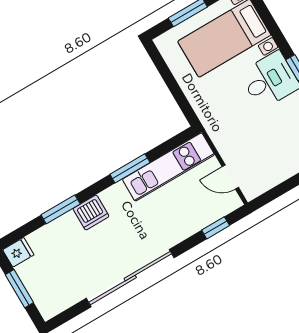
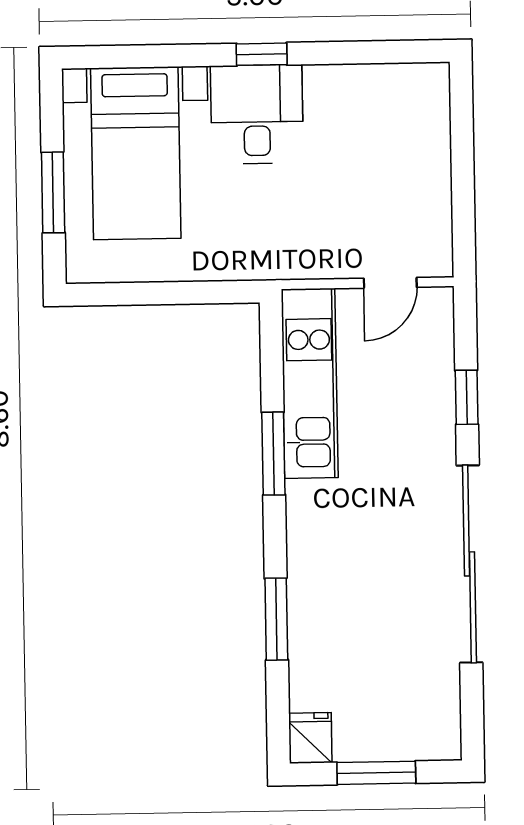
dishwasher: (91, 212) -> (313, 568), removed
window: (216, 228) -> (467, 397), moved

